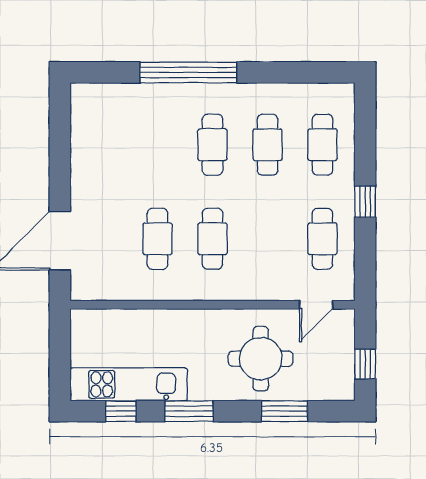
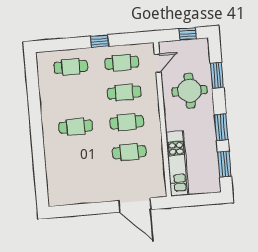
window: (188, 72) -> (38, 143), removed
cafe table: (267, 145) -> (124, 92), moved
door: (316, 305) -> (158, 63), hinge flipped
kitchen unit: (129, 384) -> (177, 163), moved, turned 180
window: (121, 411) -> (224, 164), width x1.50

